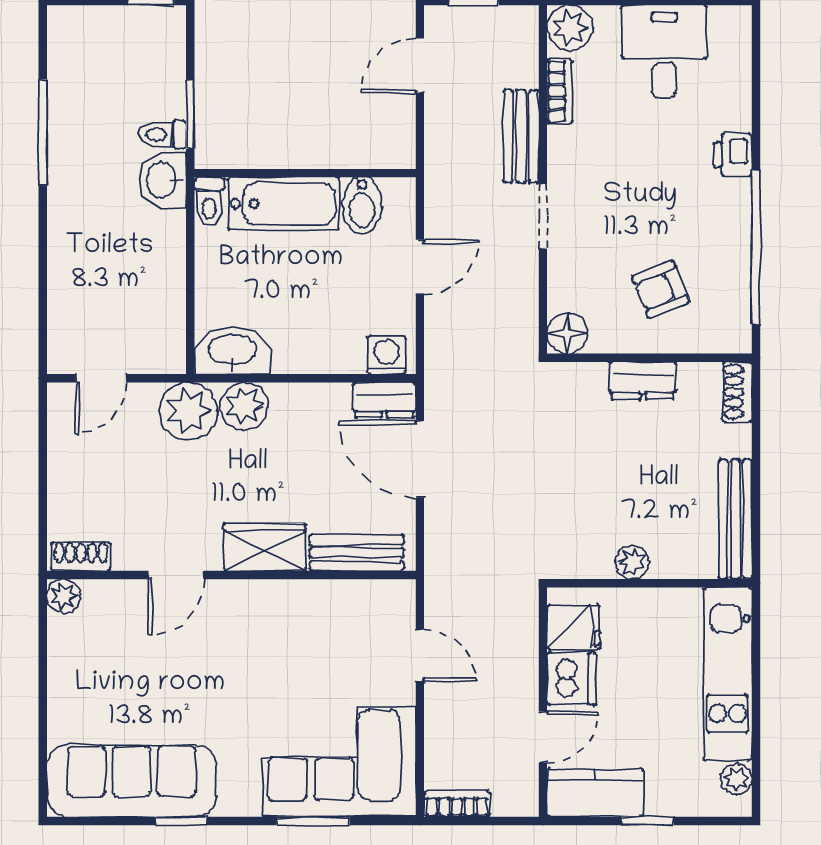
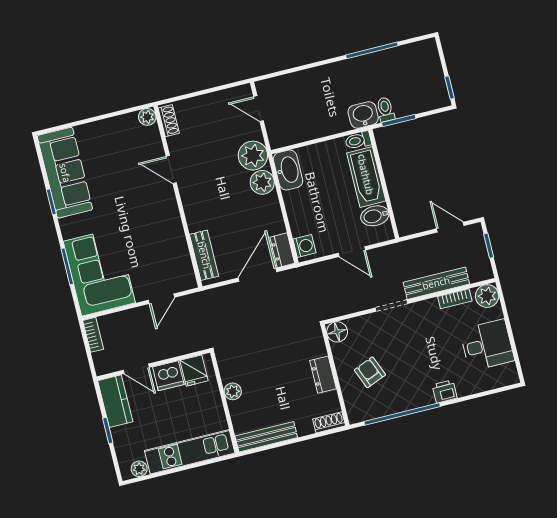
bench: (521, 136) -> (436, 283), width x1.36
wardrobe: (265, 547) -> (196, 210), removed

